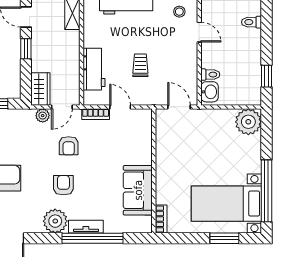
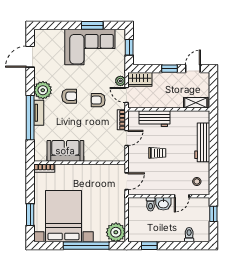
washbasin: (210, 92) -> (163, 204), moved
window: (266, 191) -> (86, 246), moved
bed with nightstands: (226, 204) -> (63, 216), width x1.36

